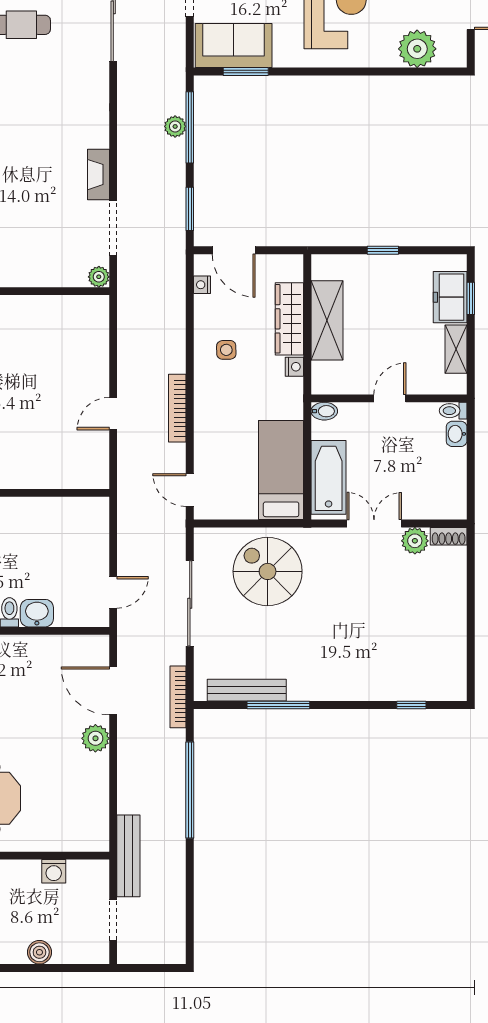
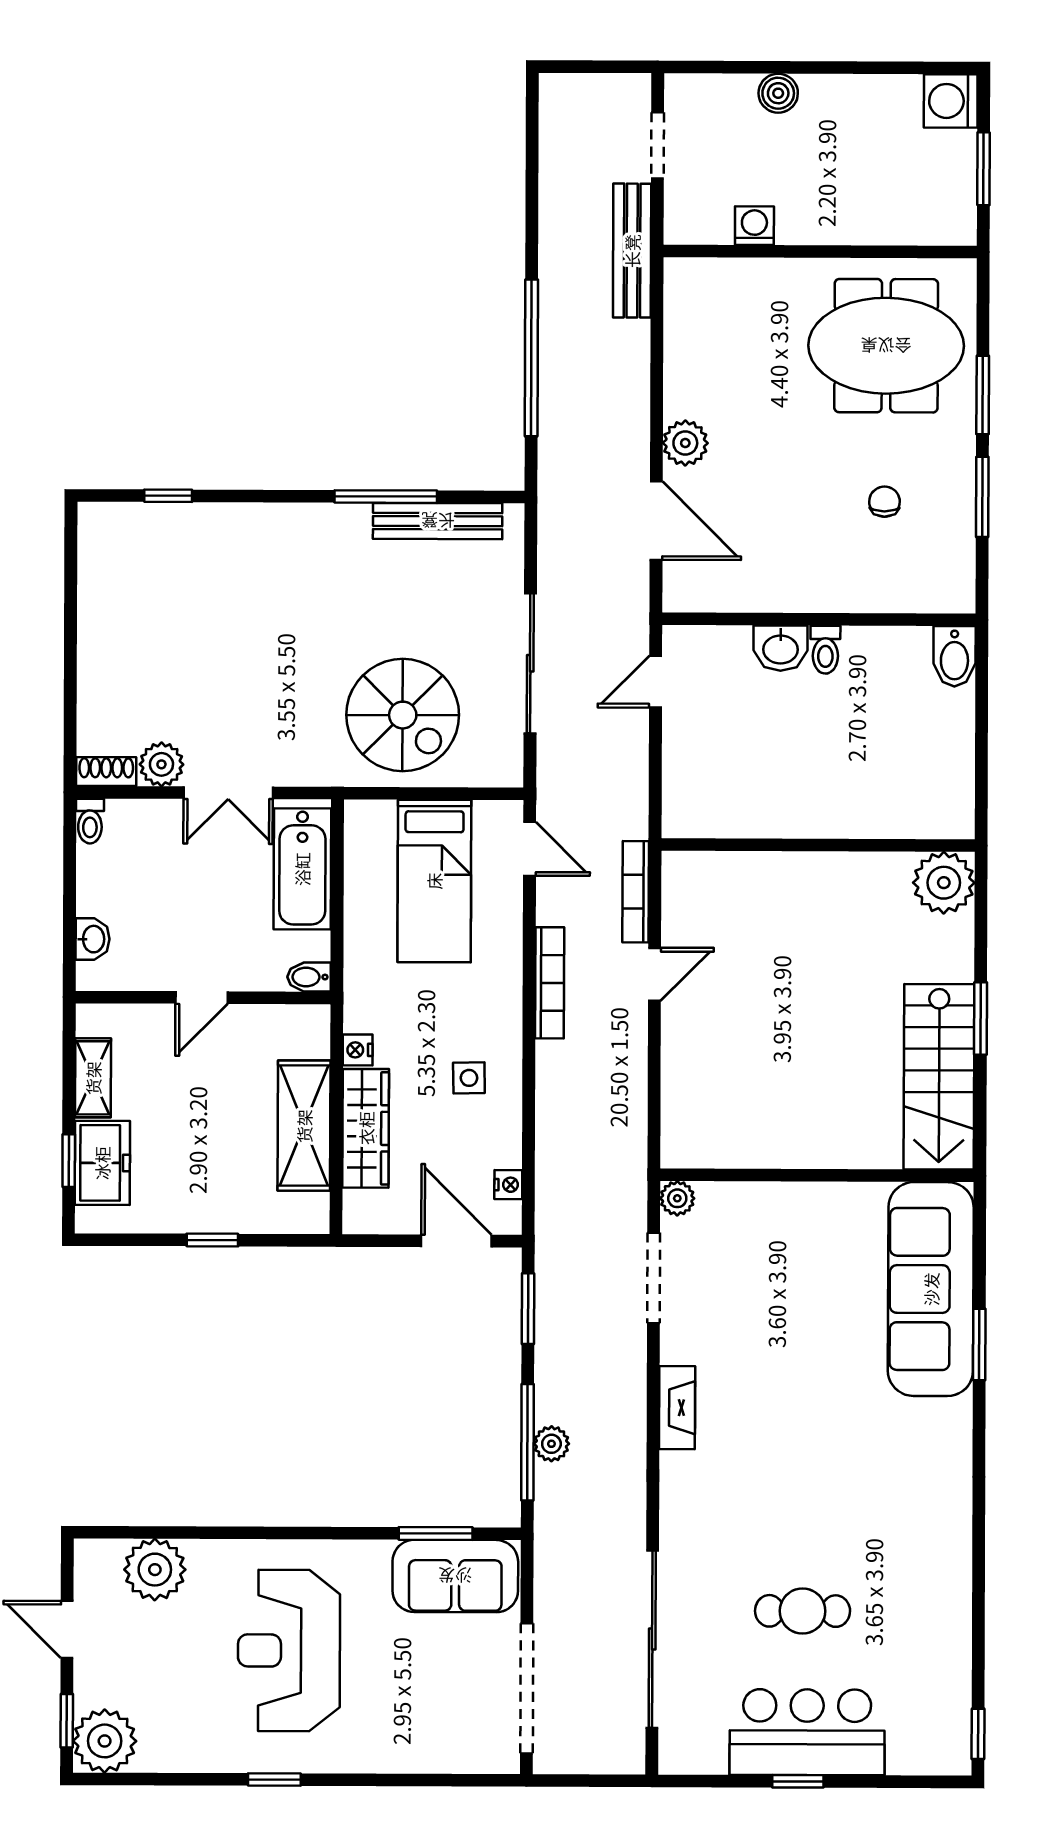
fireplace: (98, 175) -> (677, 1408), moved
toilet: (453, 411) -> (90, 821), moved, turned 90
bed: (281, 470) -> (434, 881), moved
bookcase: (178, 697) -> (636, 892), moved, turned 180

